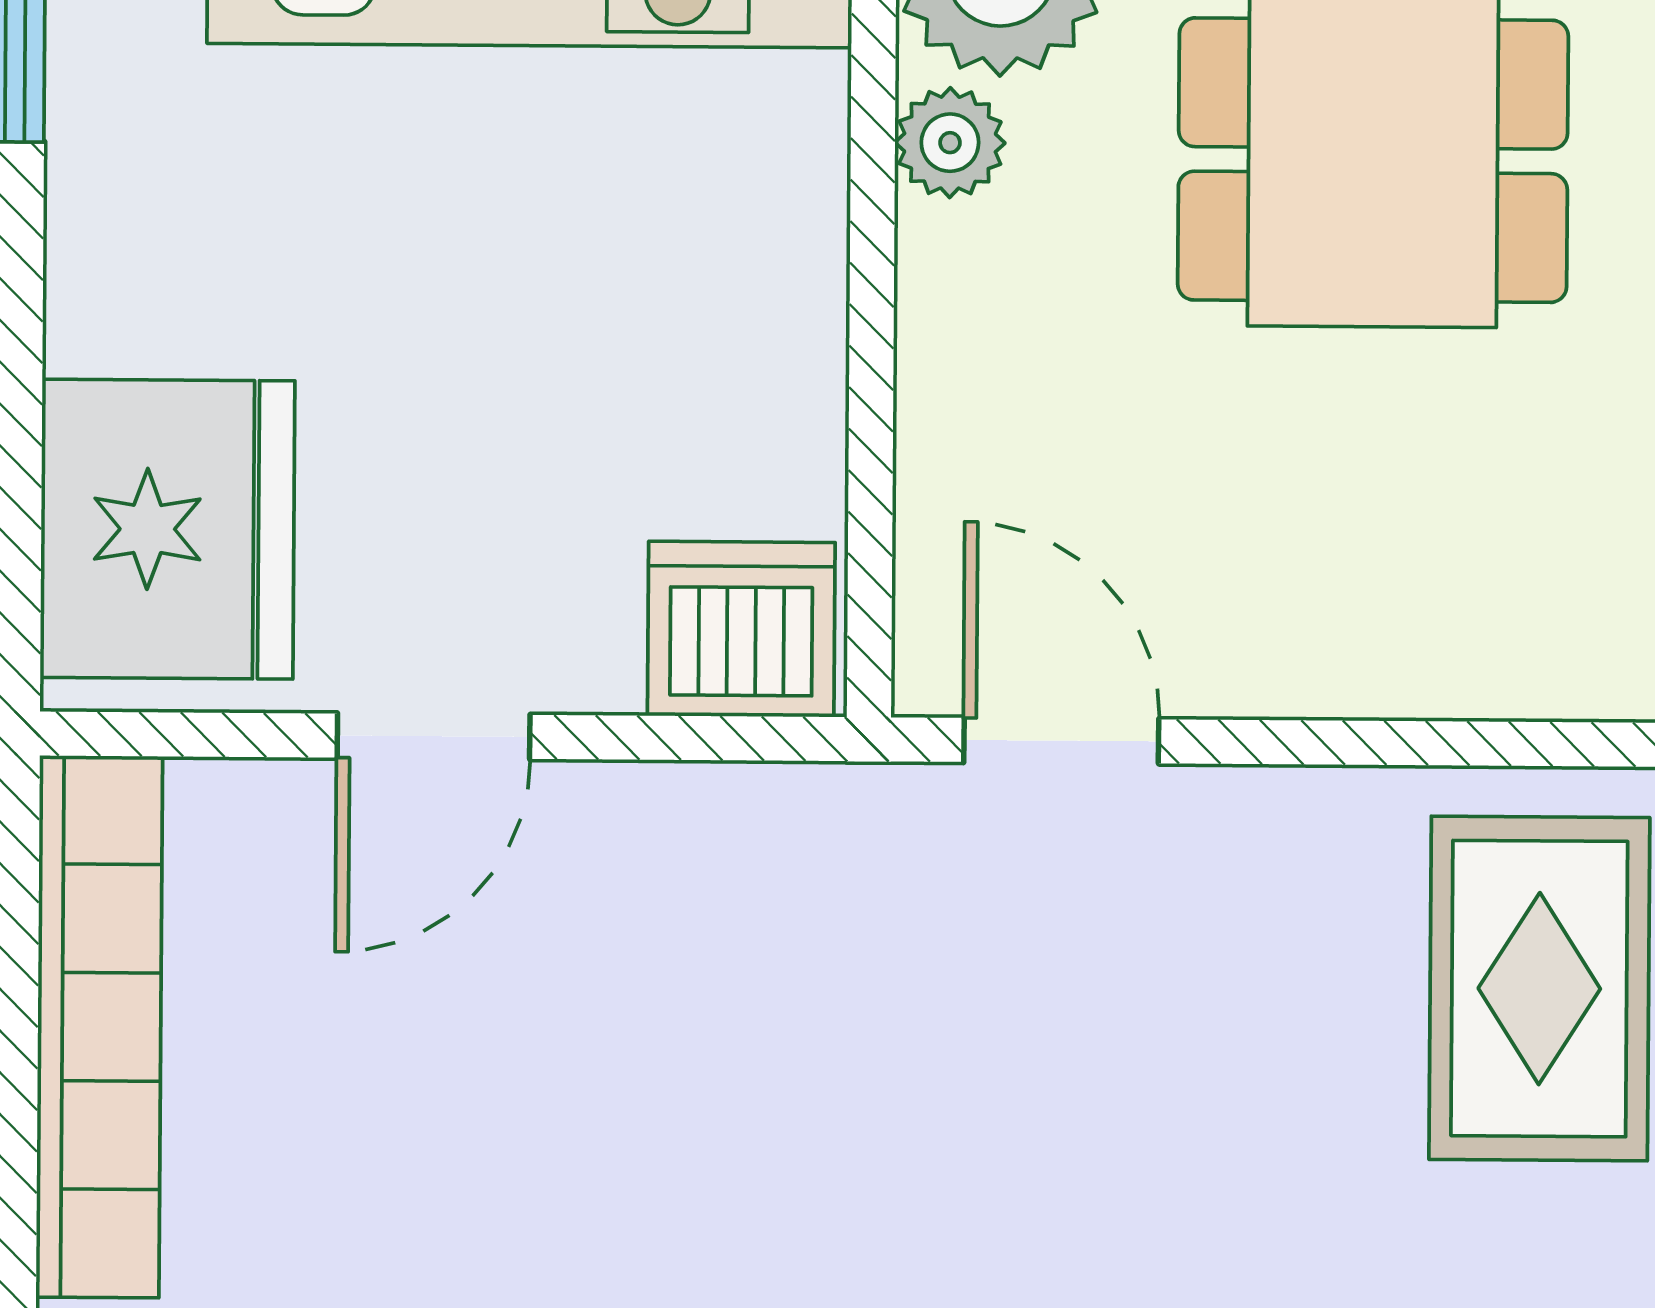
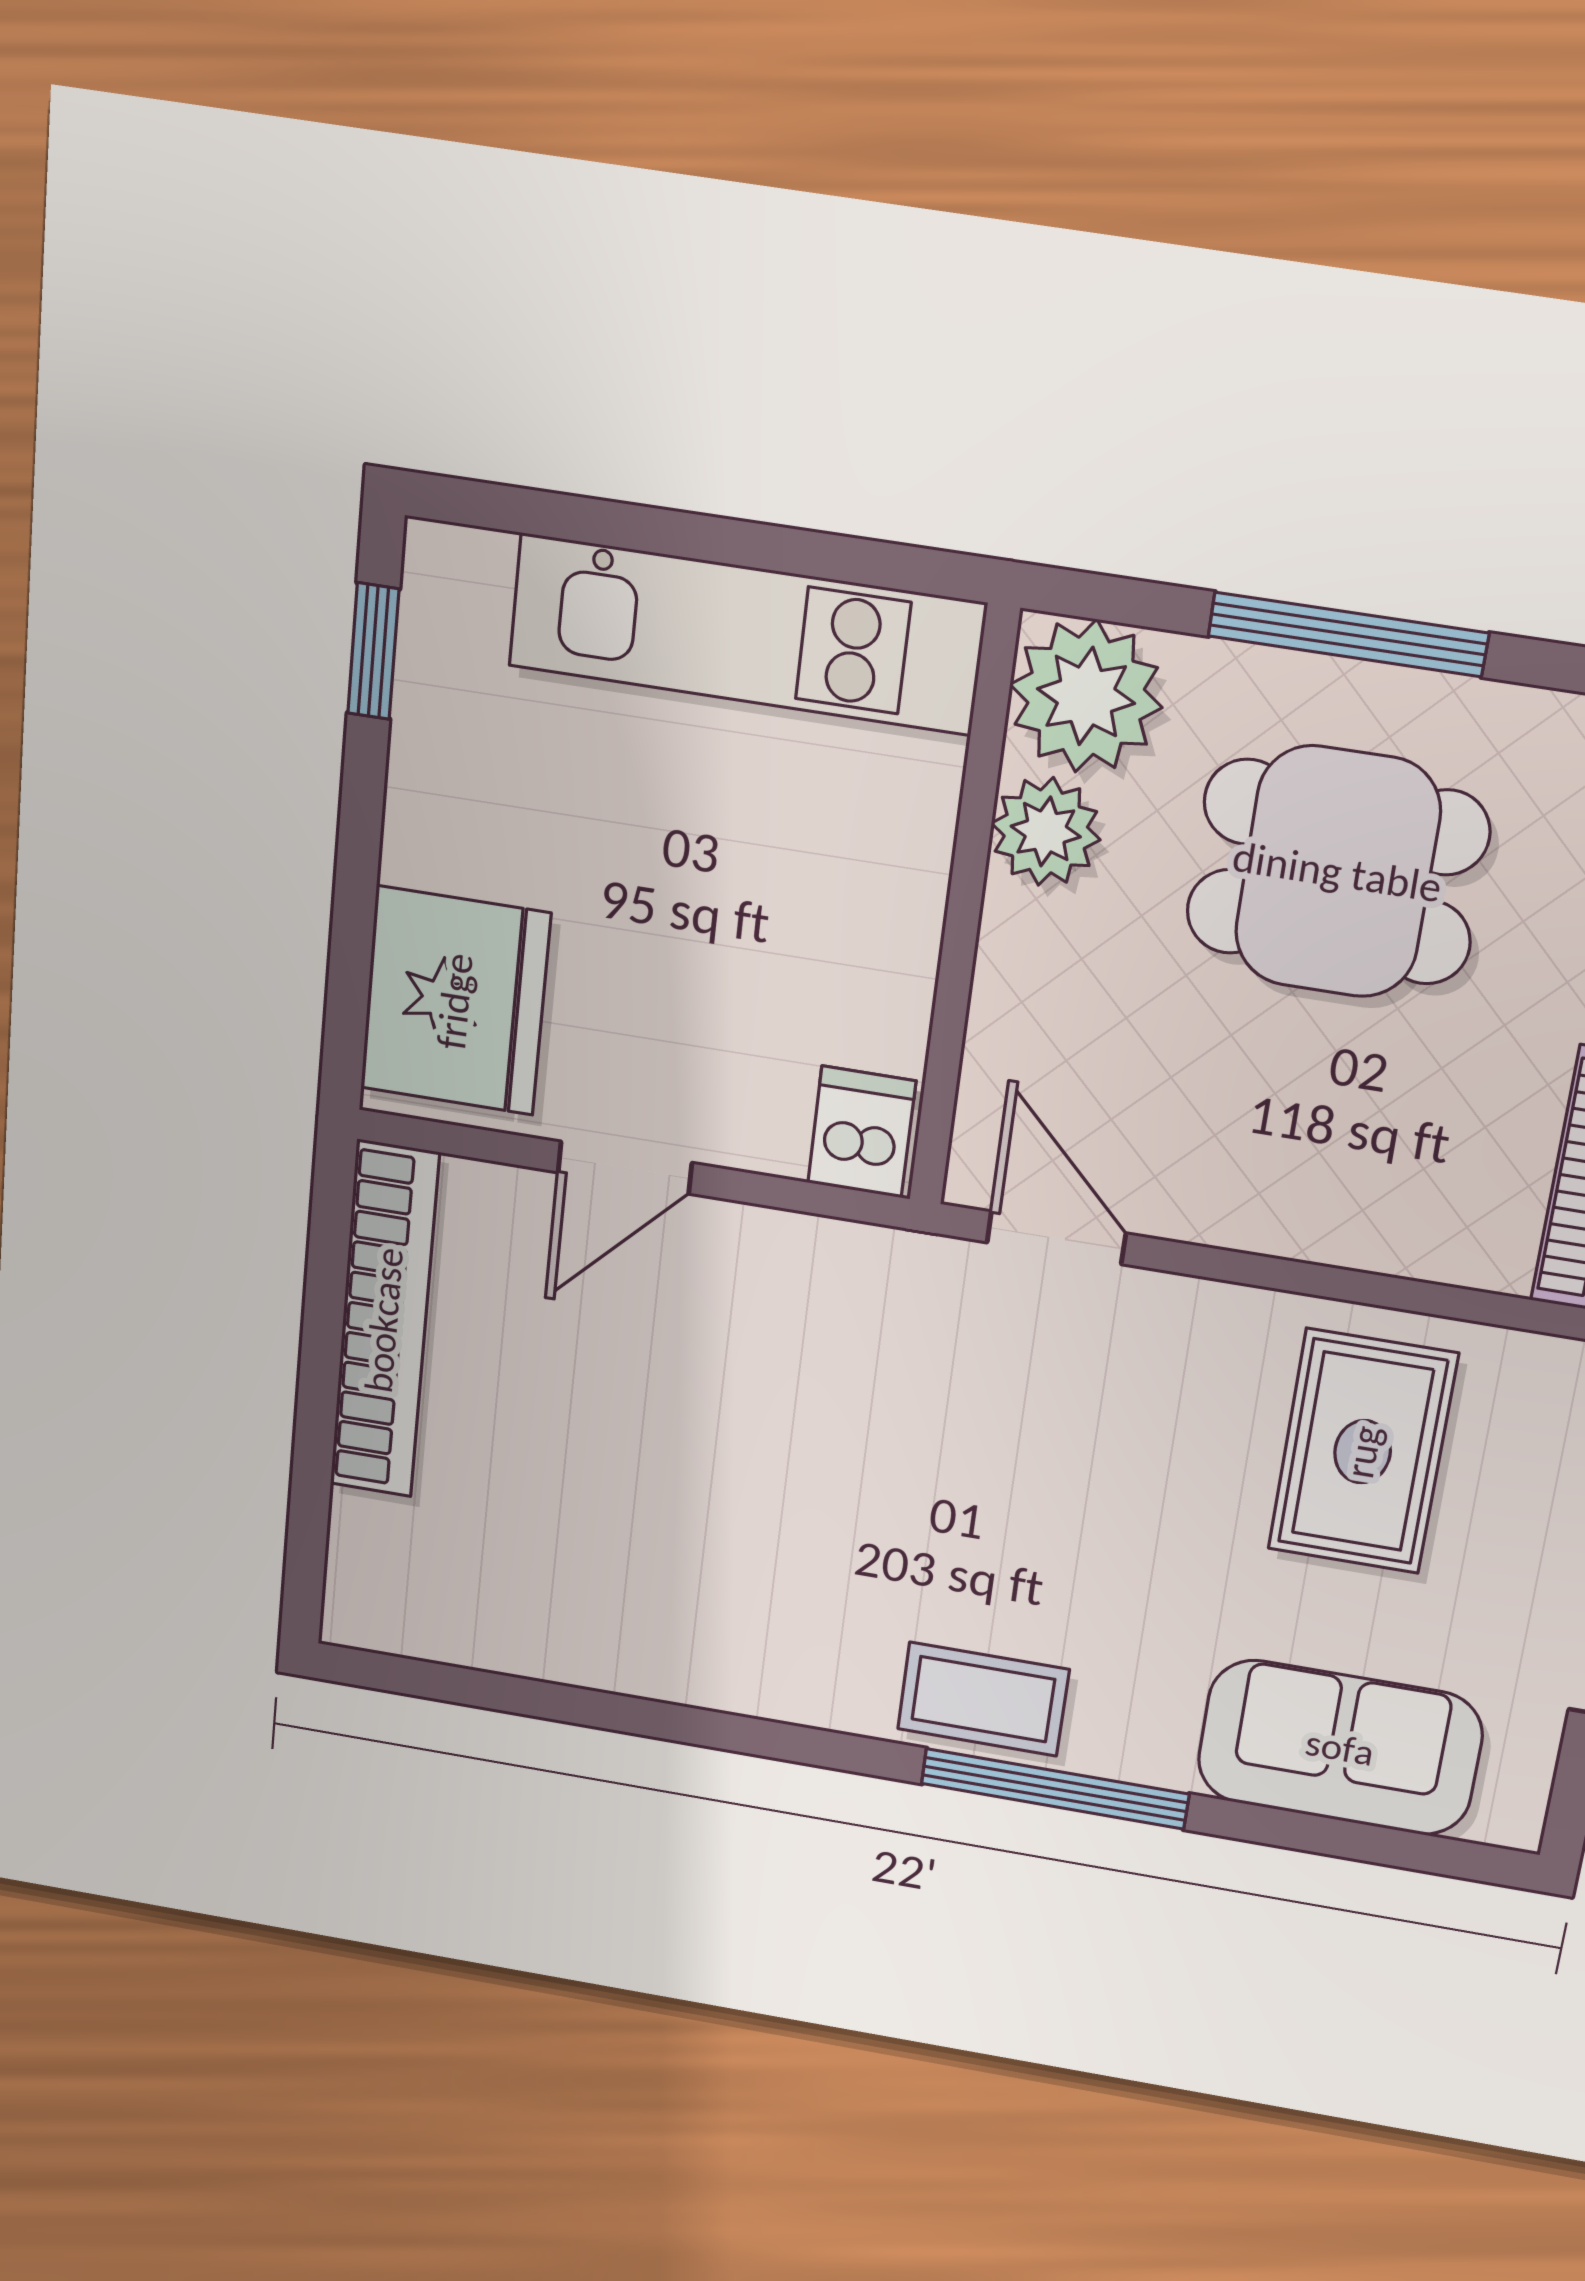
plant: (950, 143) -> (1046, 831), width x1.38, depth x1.38
dishwasher: (741, 629) -> (862, 1132), width x0.73

